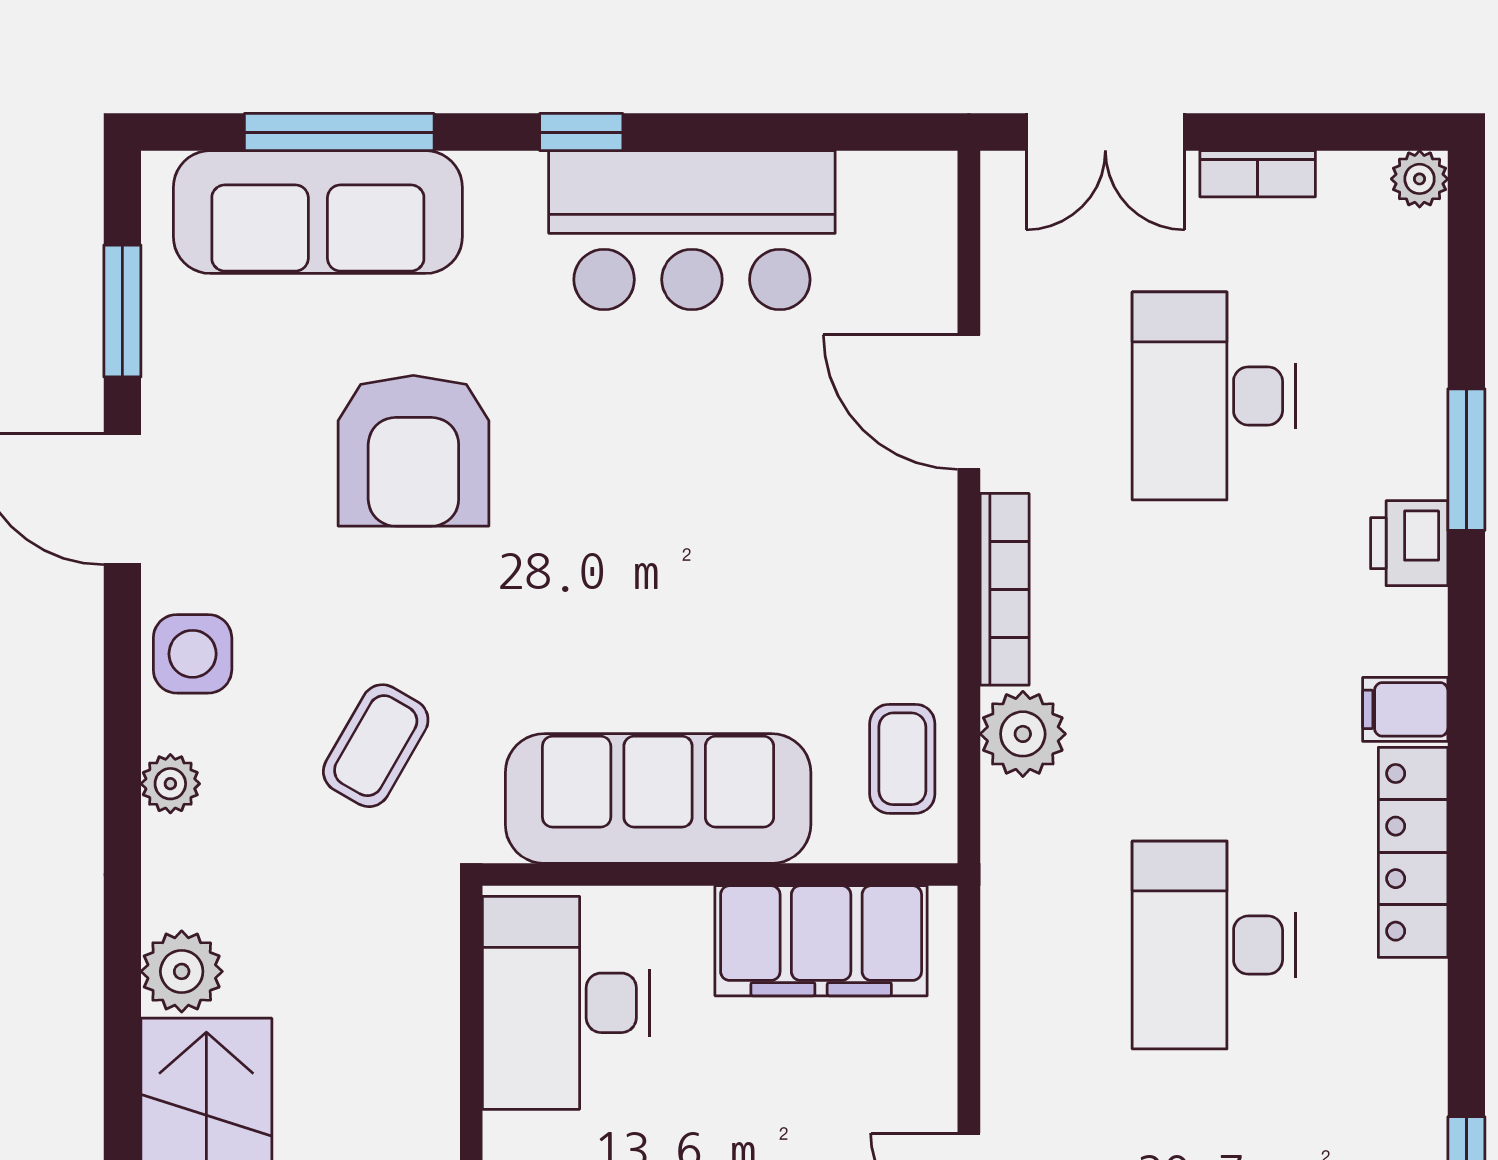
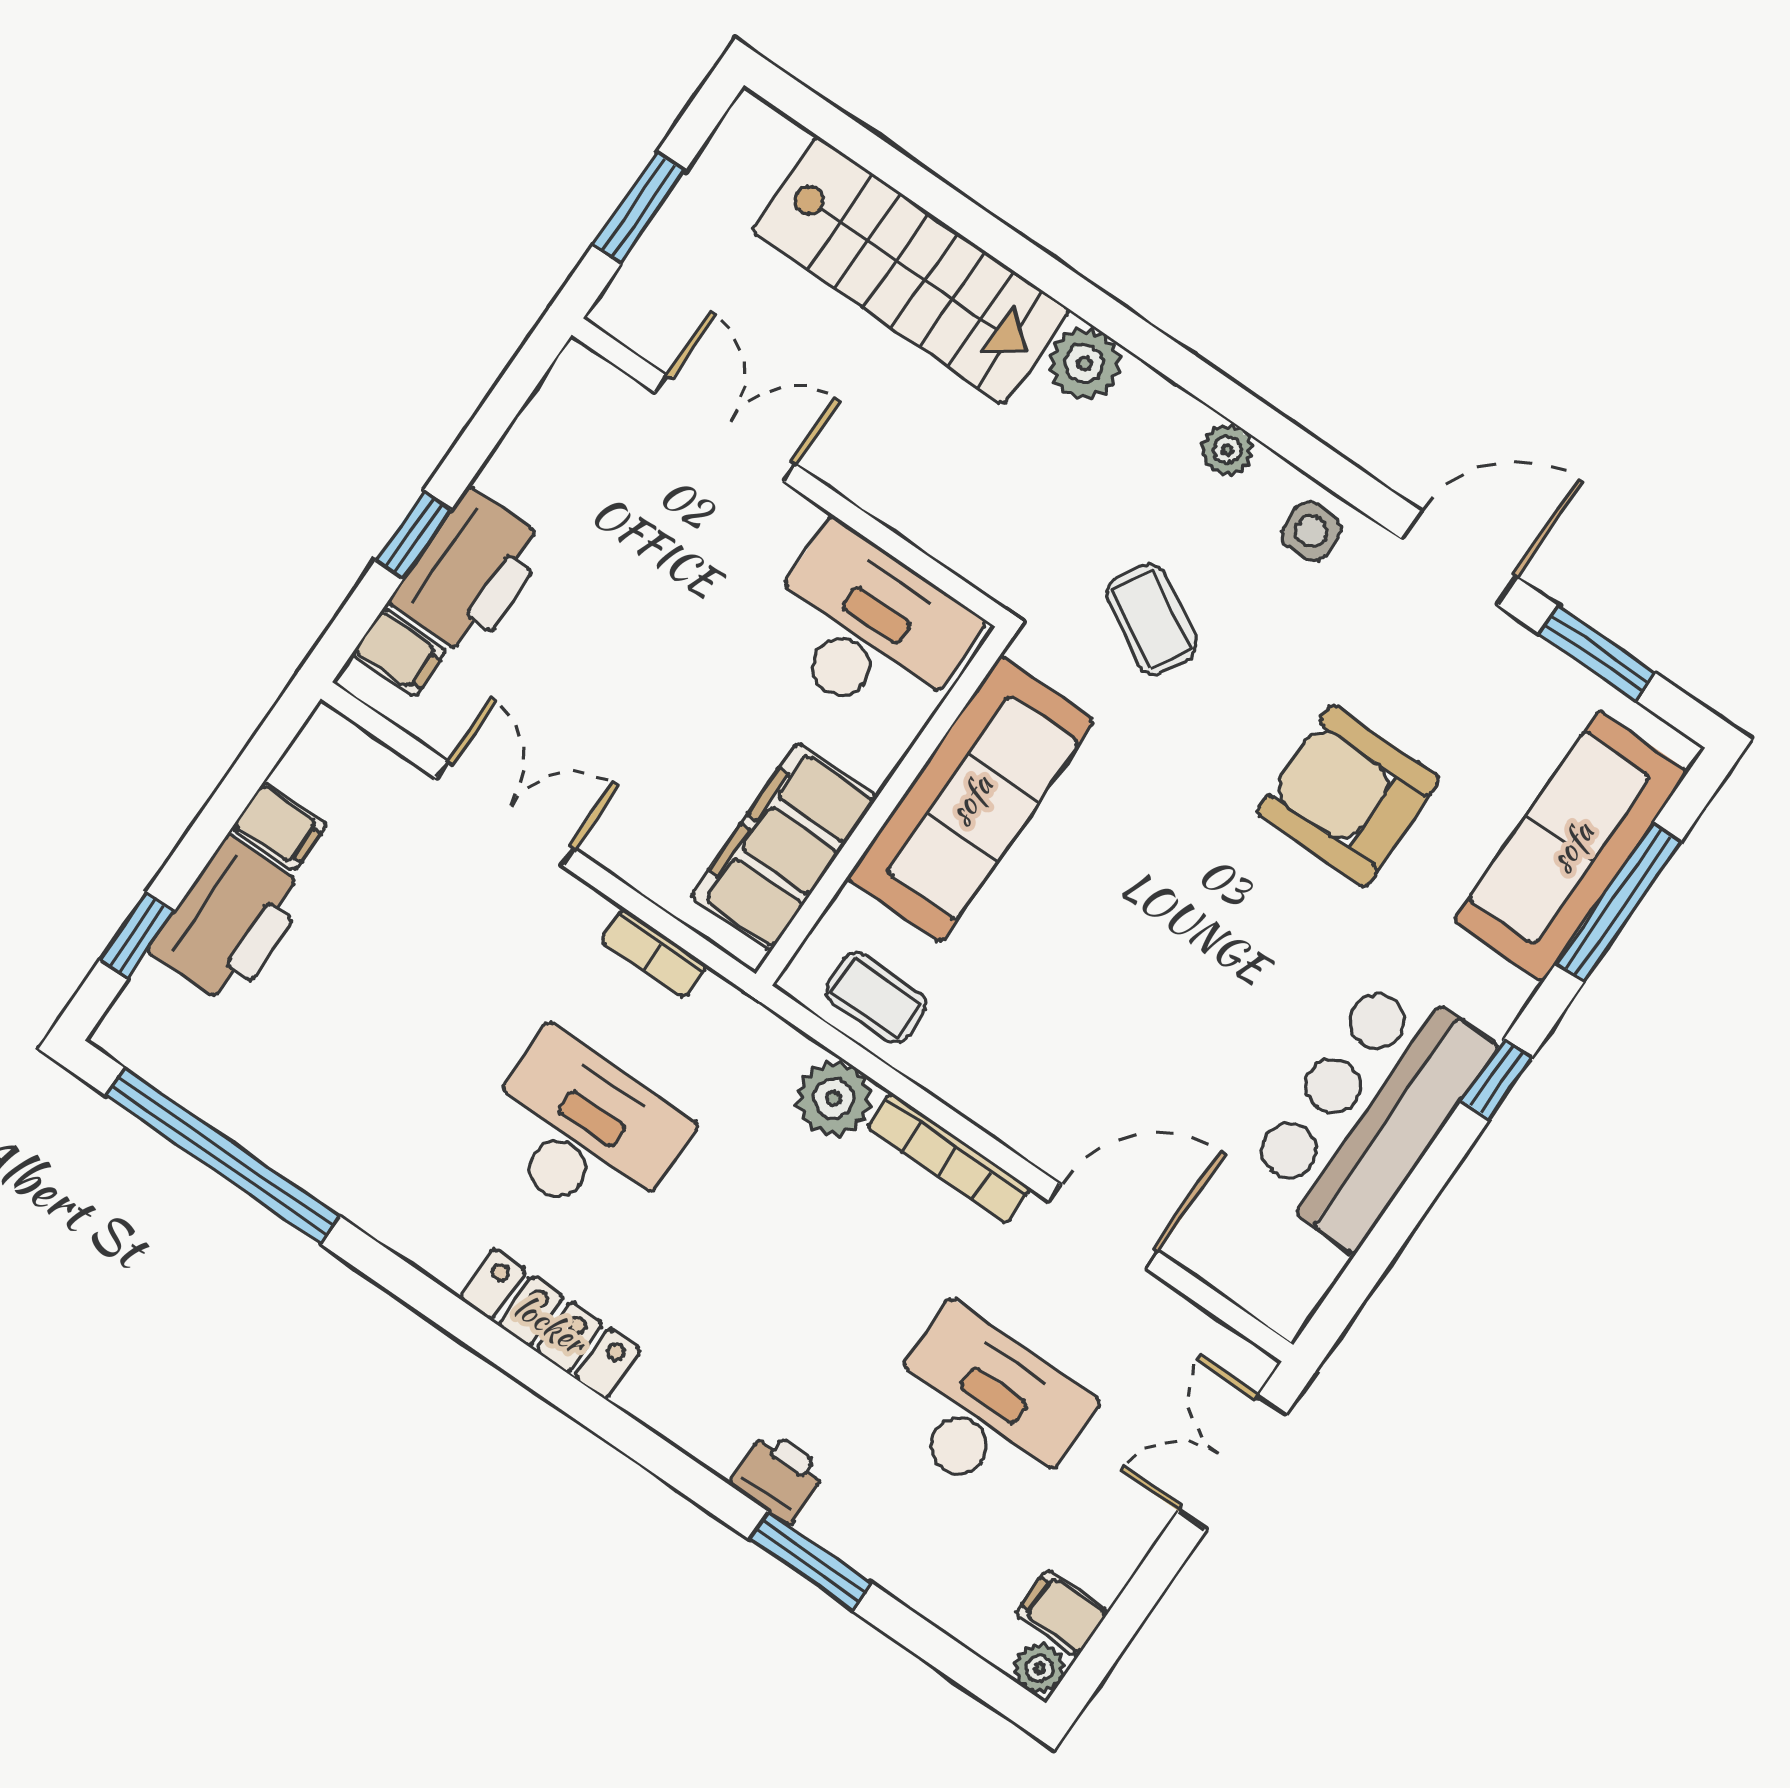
bookcase: (1258, 174) -> (654, 953), moved, turned -90
side table: (193, 654) -> (1311, 532), width x0.73, depth x0.73
filing cabinet: (1405, 709) -> (1062, 1613), moved, turned -90

